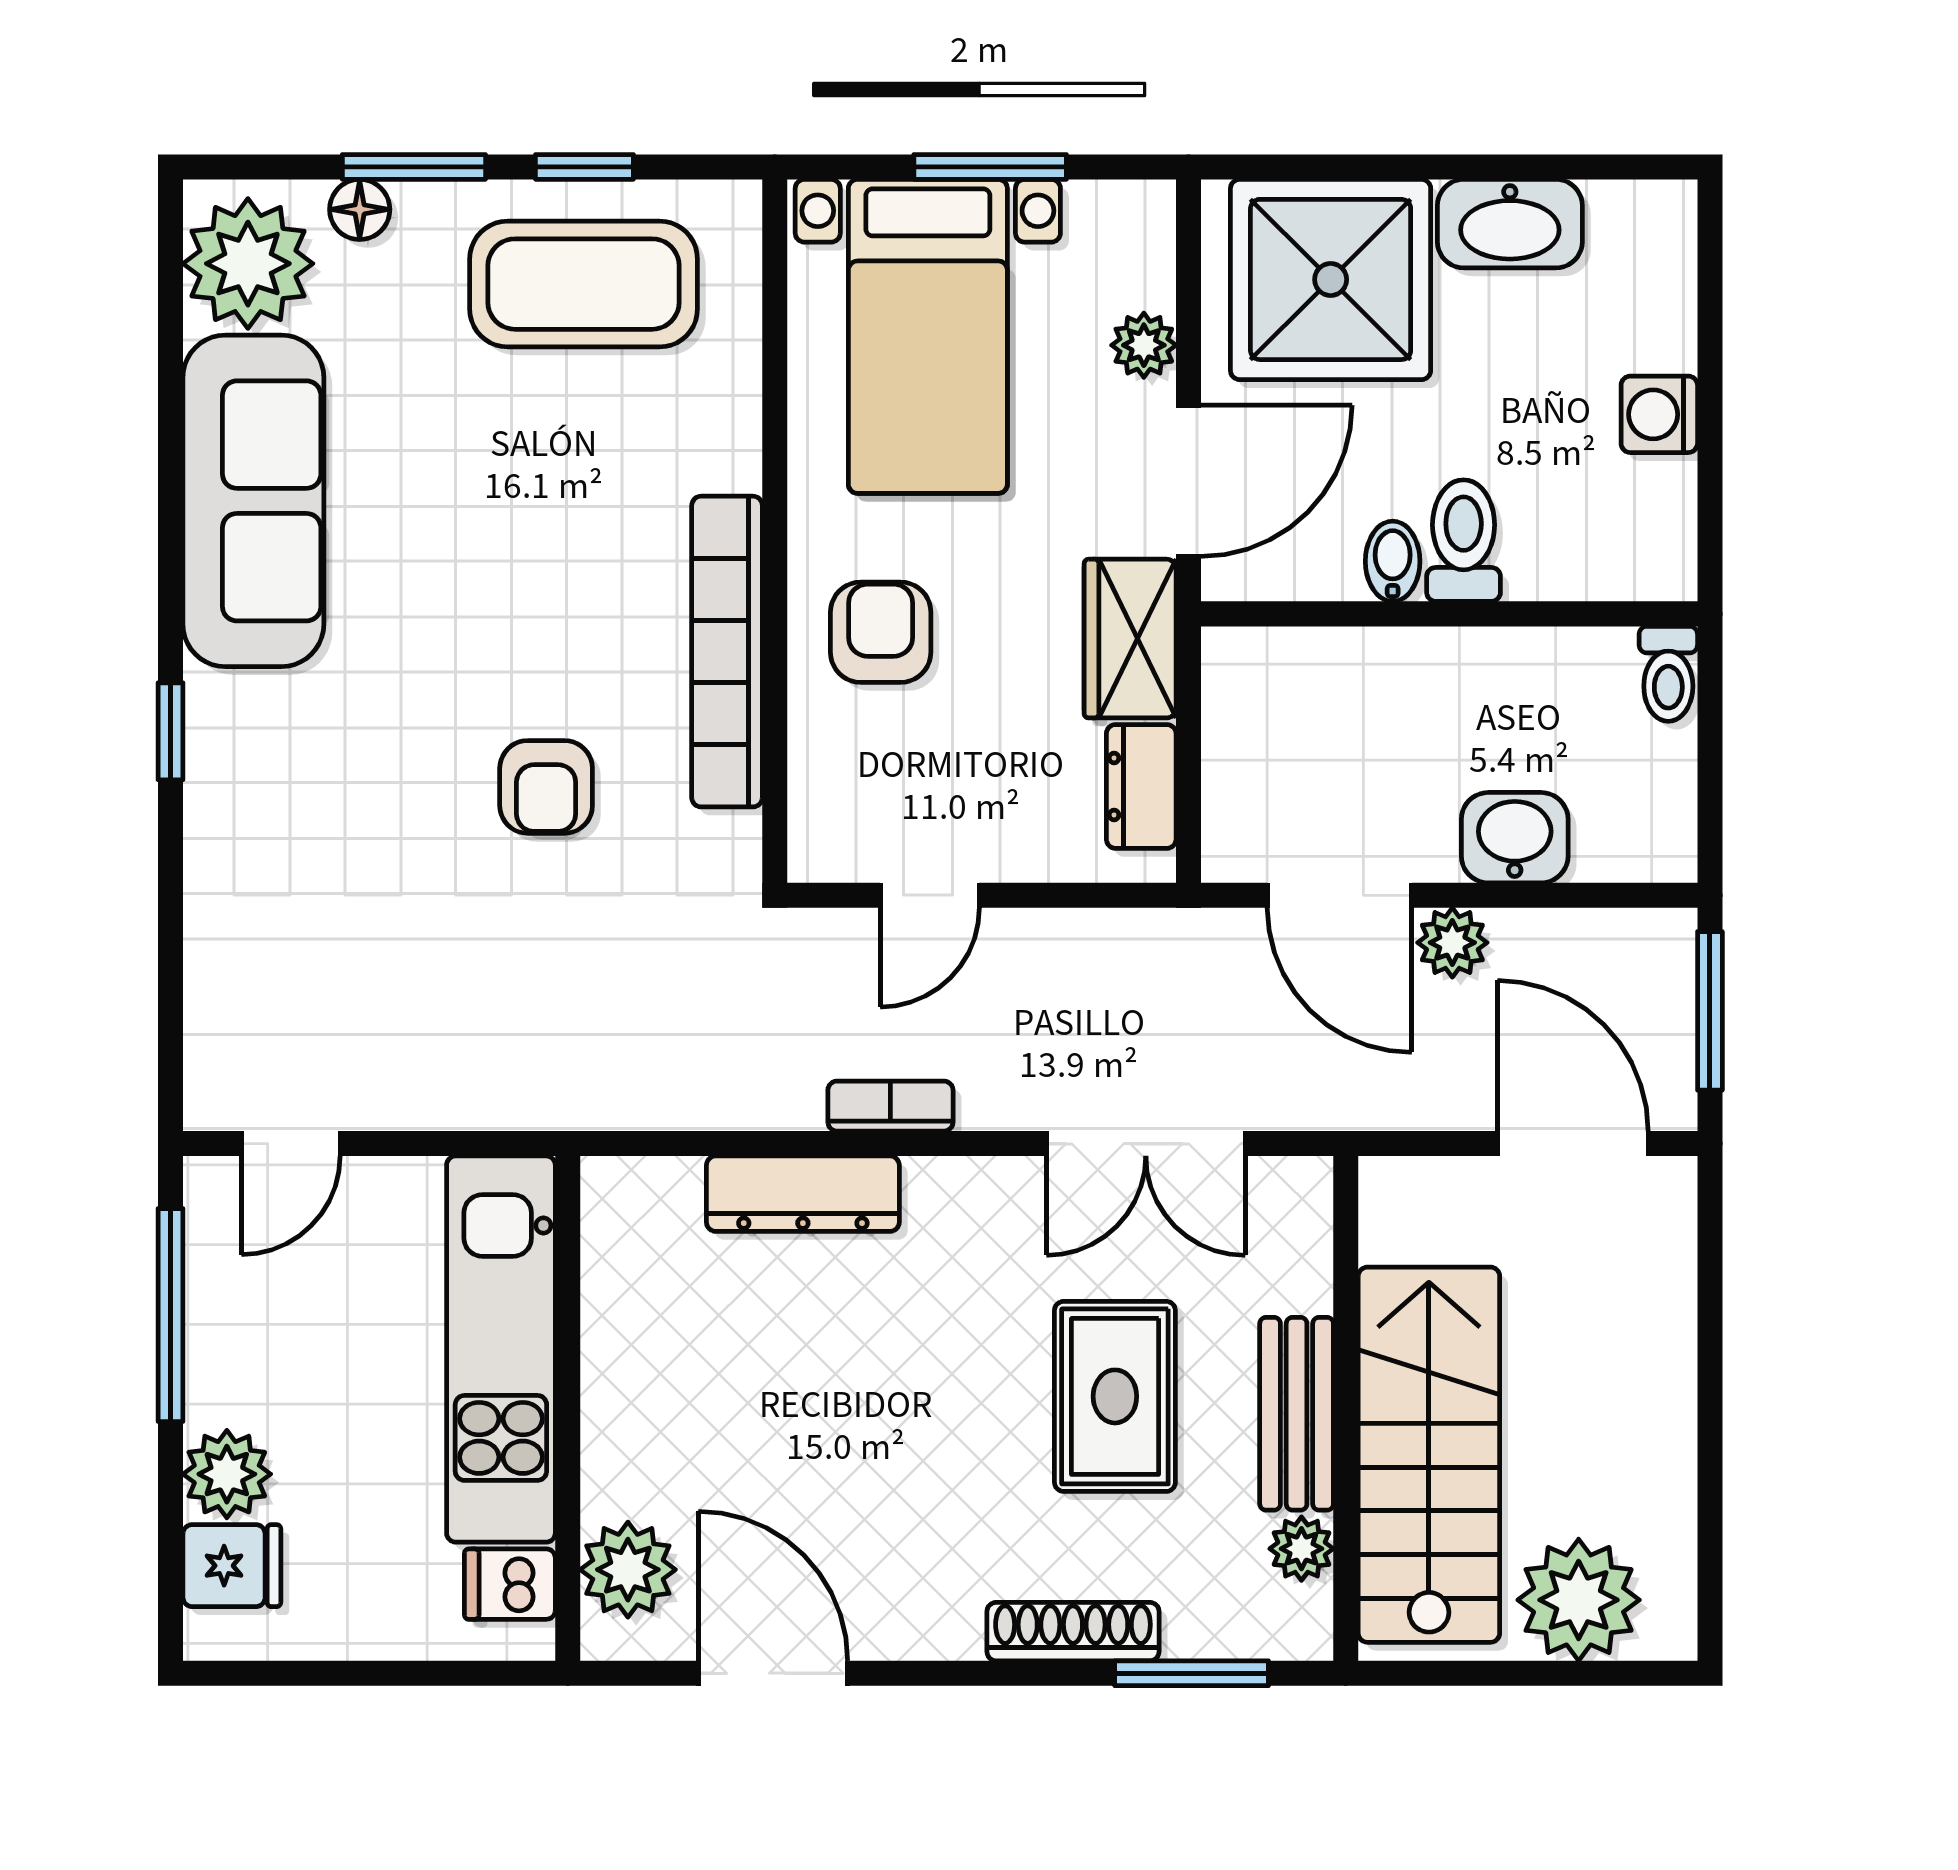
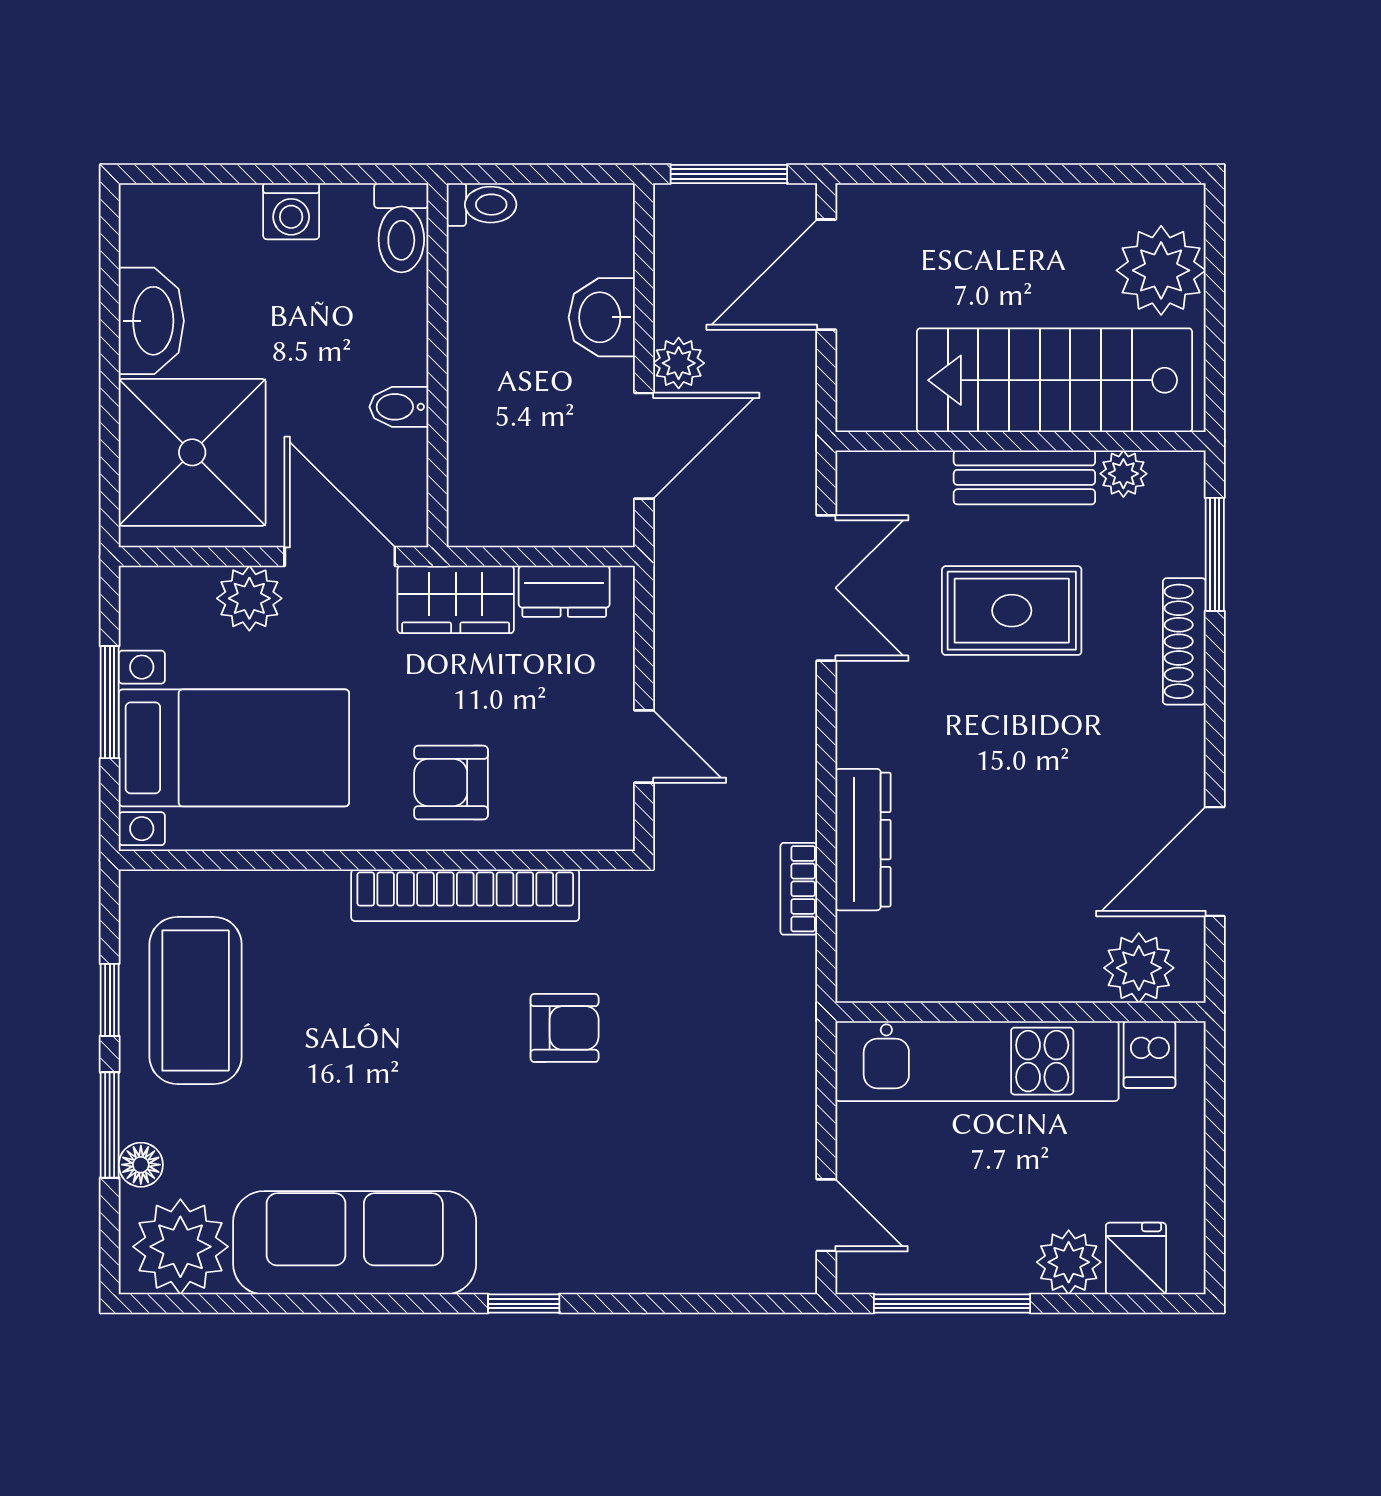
plant: (1144, 345) -> (249, 598), width x1.38, depth x1.38
toilet: (1464, 541) -> (401, 228), moved, turned -90
bookcase: (890, 1106) -> (799, 889), moved

